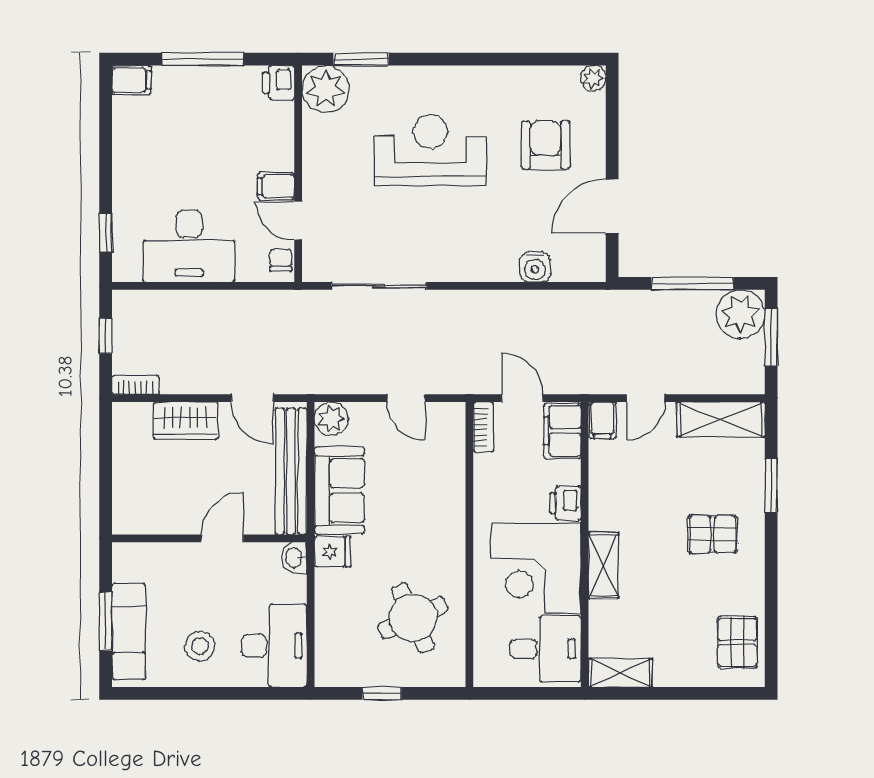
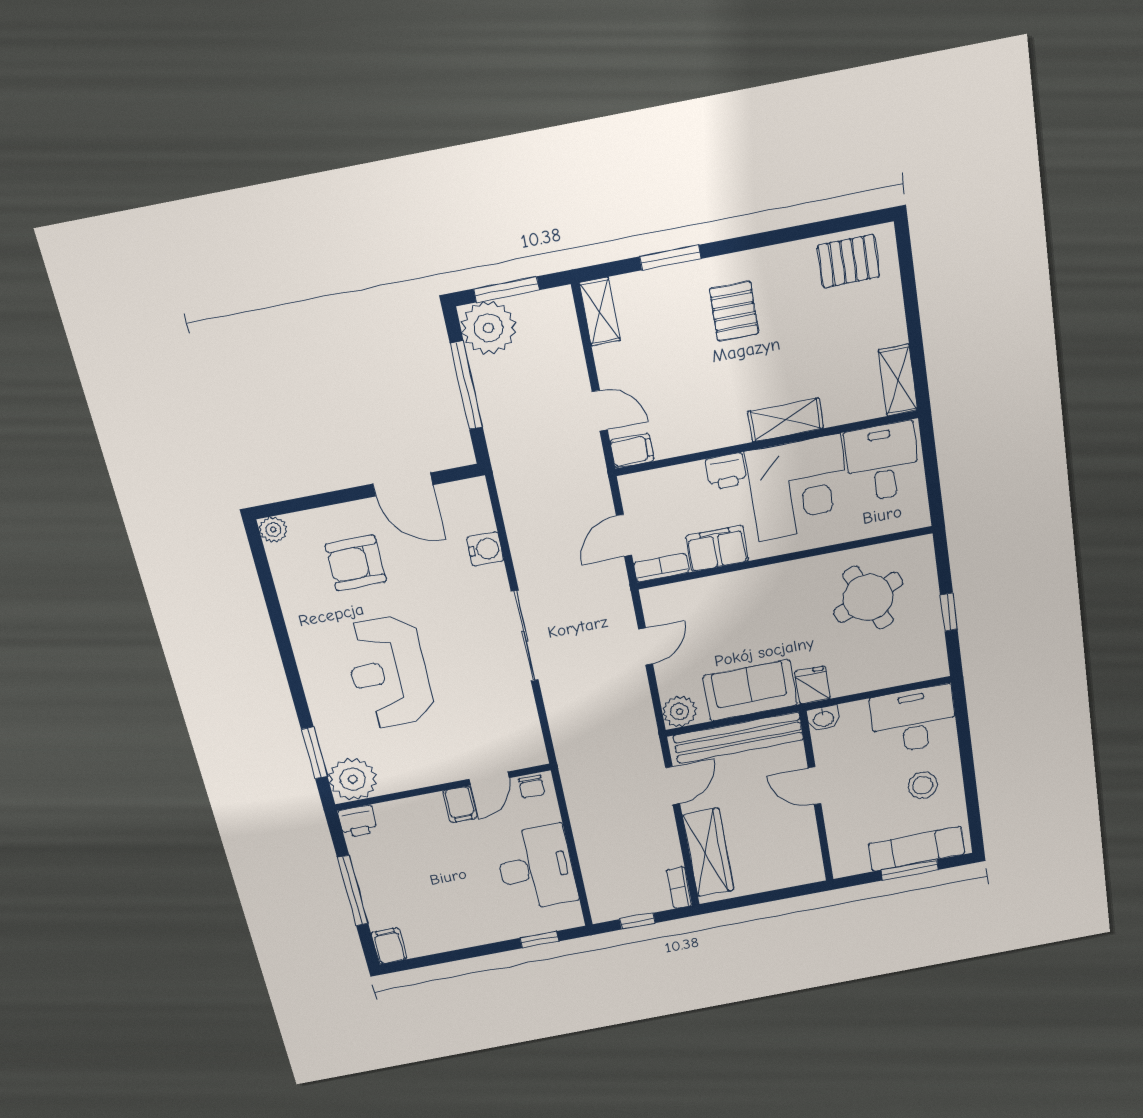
chair: (281, 260) -> (532, 786), turned -90
sliding door: (379, 286) -> (525, 636), moved
shelving: (721, 419) -> (600, 312), width x0.67, depth x0.75
wardrobe: (186, 421) -> (708, 853), width x1.50
filing cabinet: (563, 431) -> (717, 548), moved, turned 180

